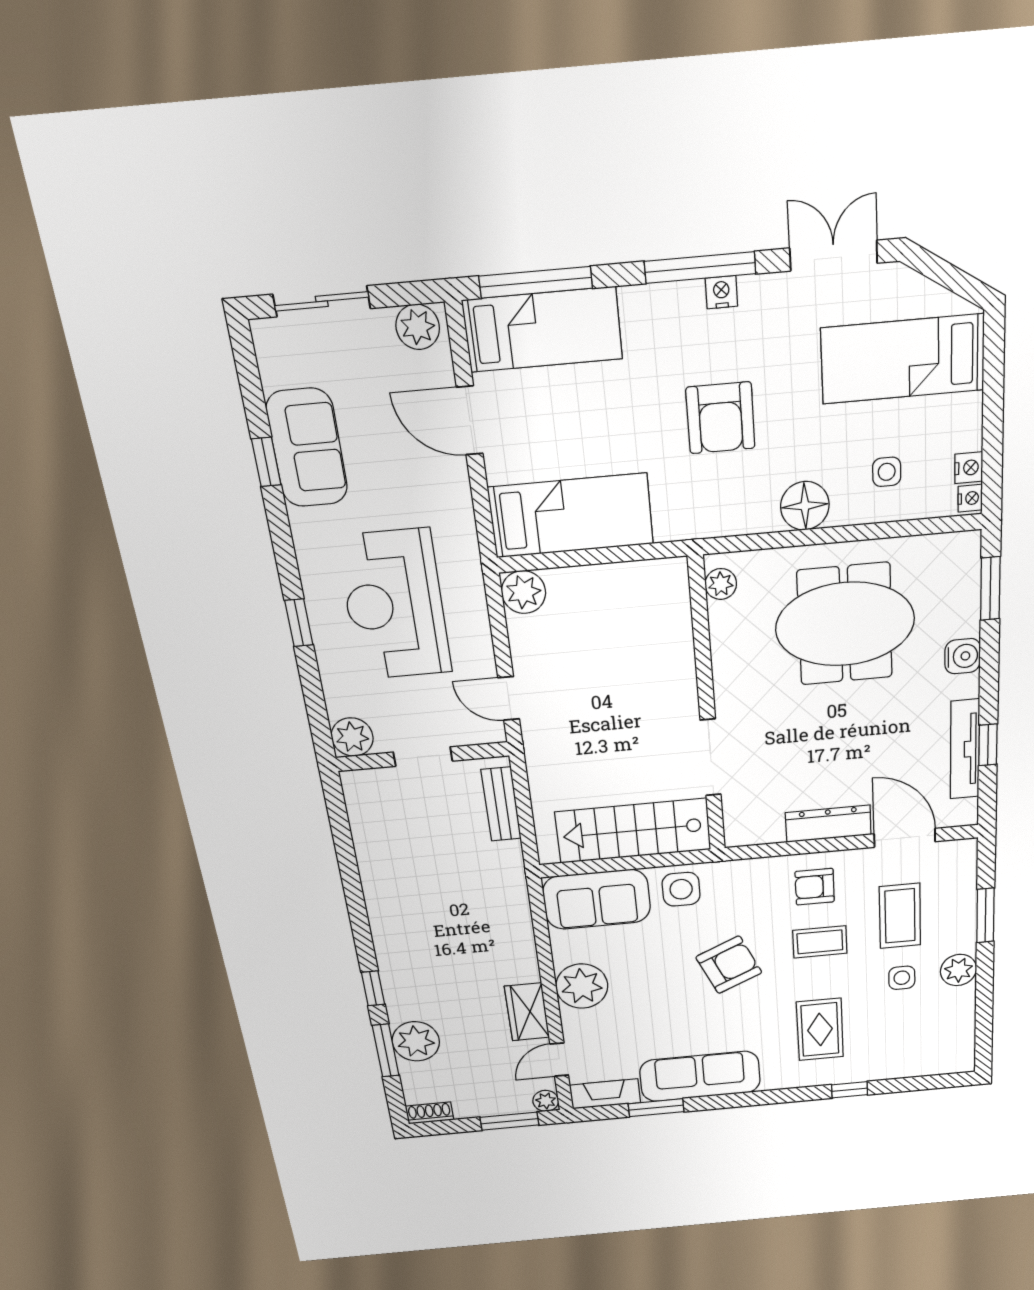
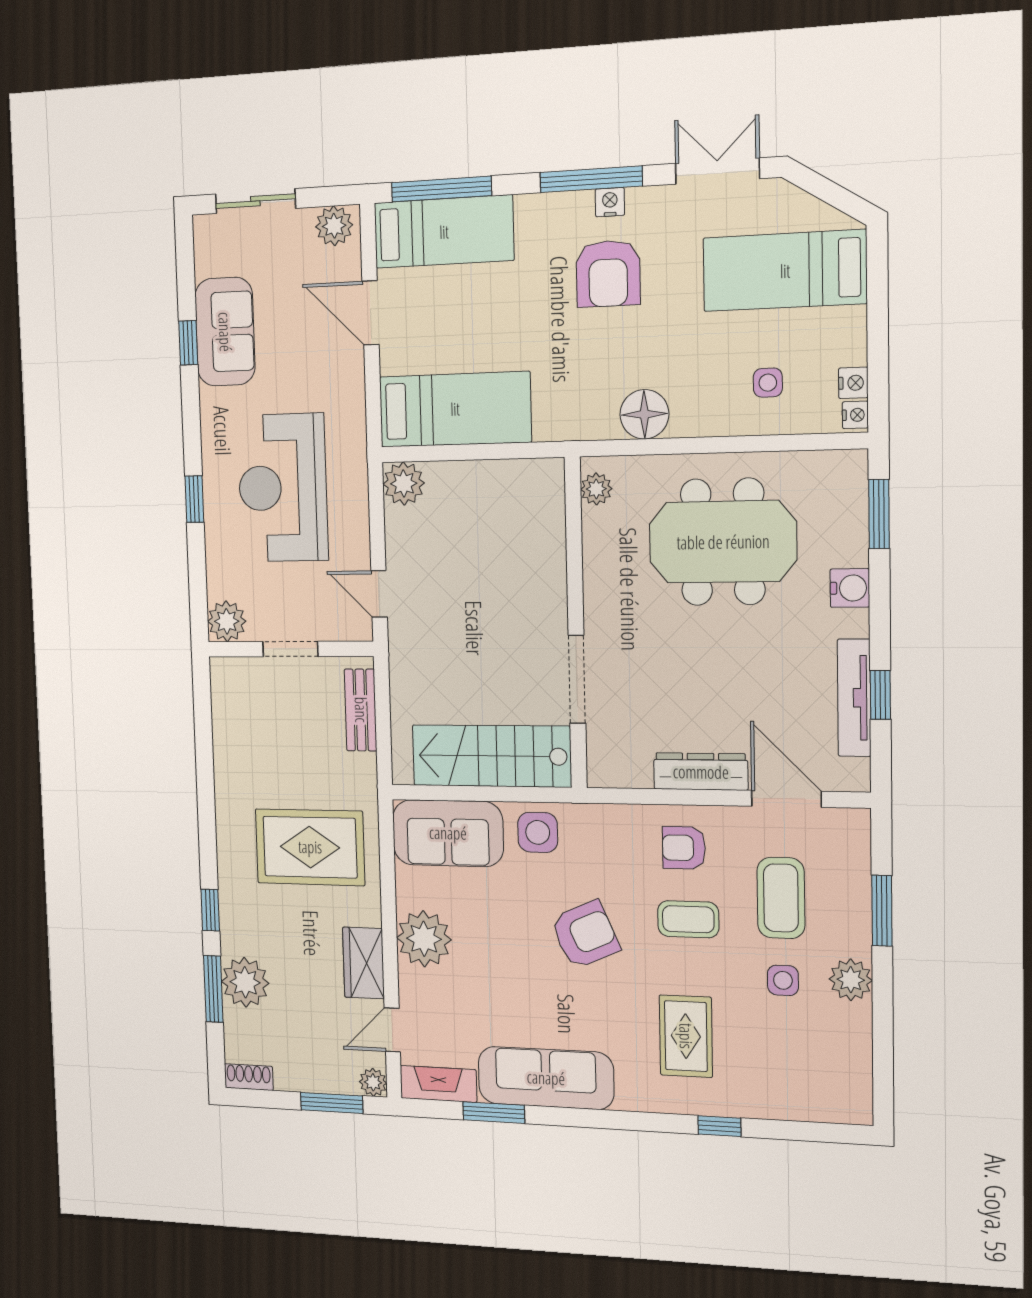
armchair: (720, 418) -> (608, 274), moved
floor lamp: (805, 506) -> (644, 414), moved
rug: (465, 926) -> (310, 847), added

